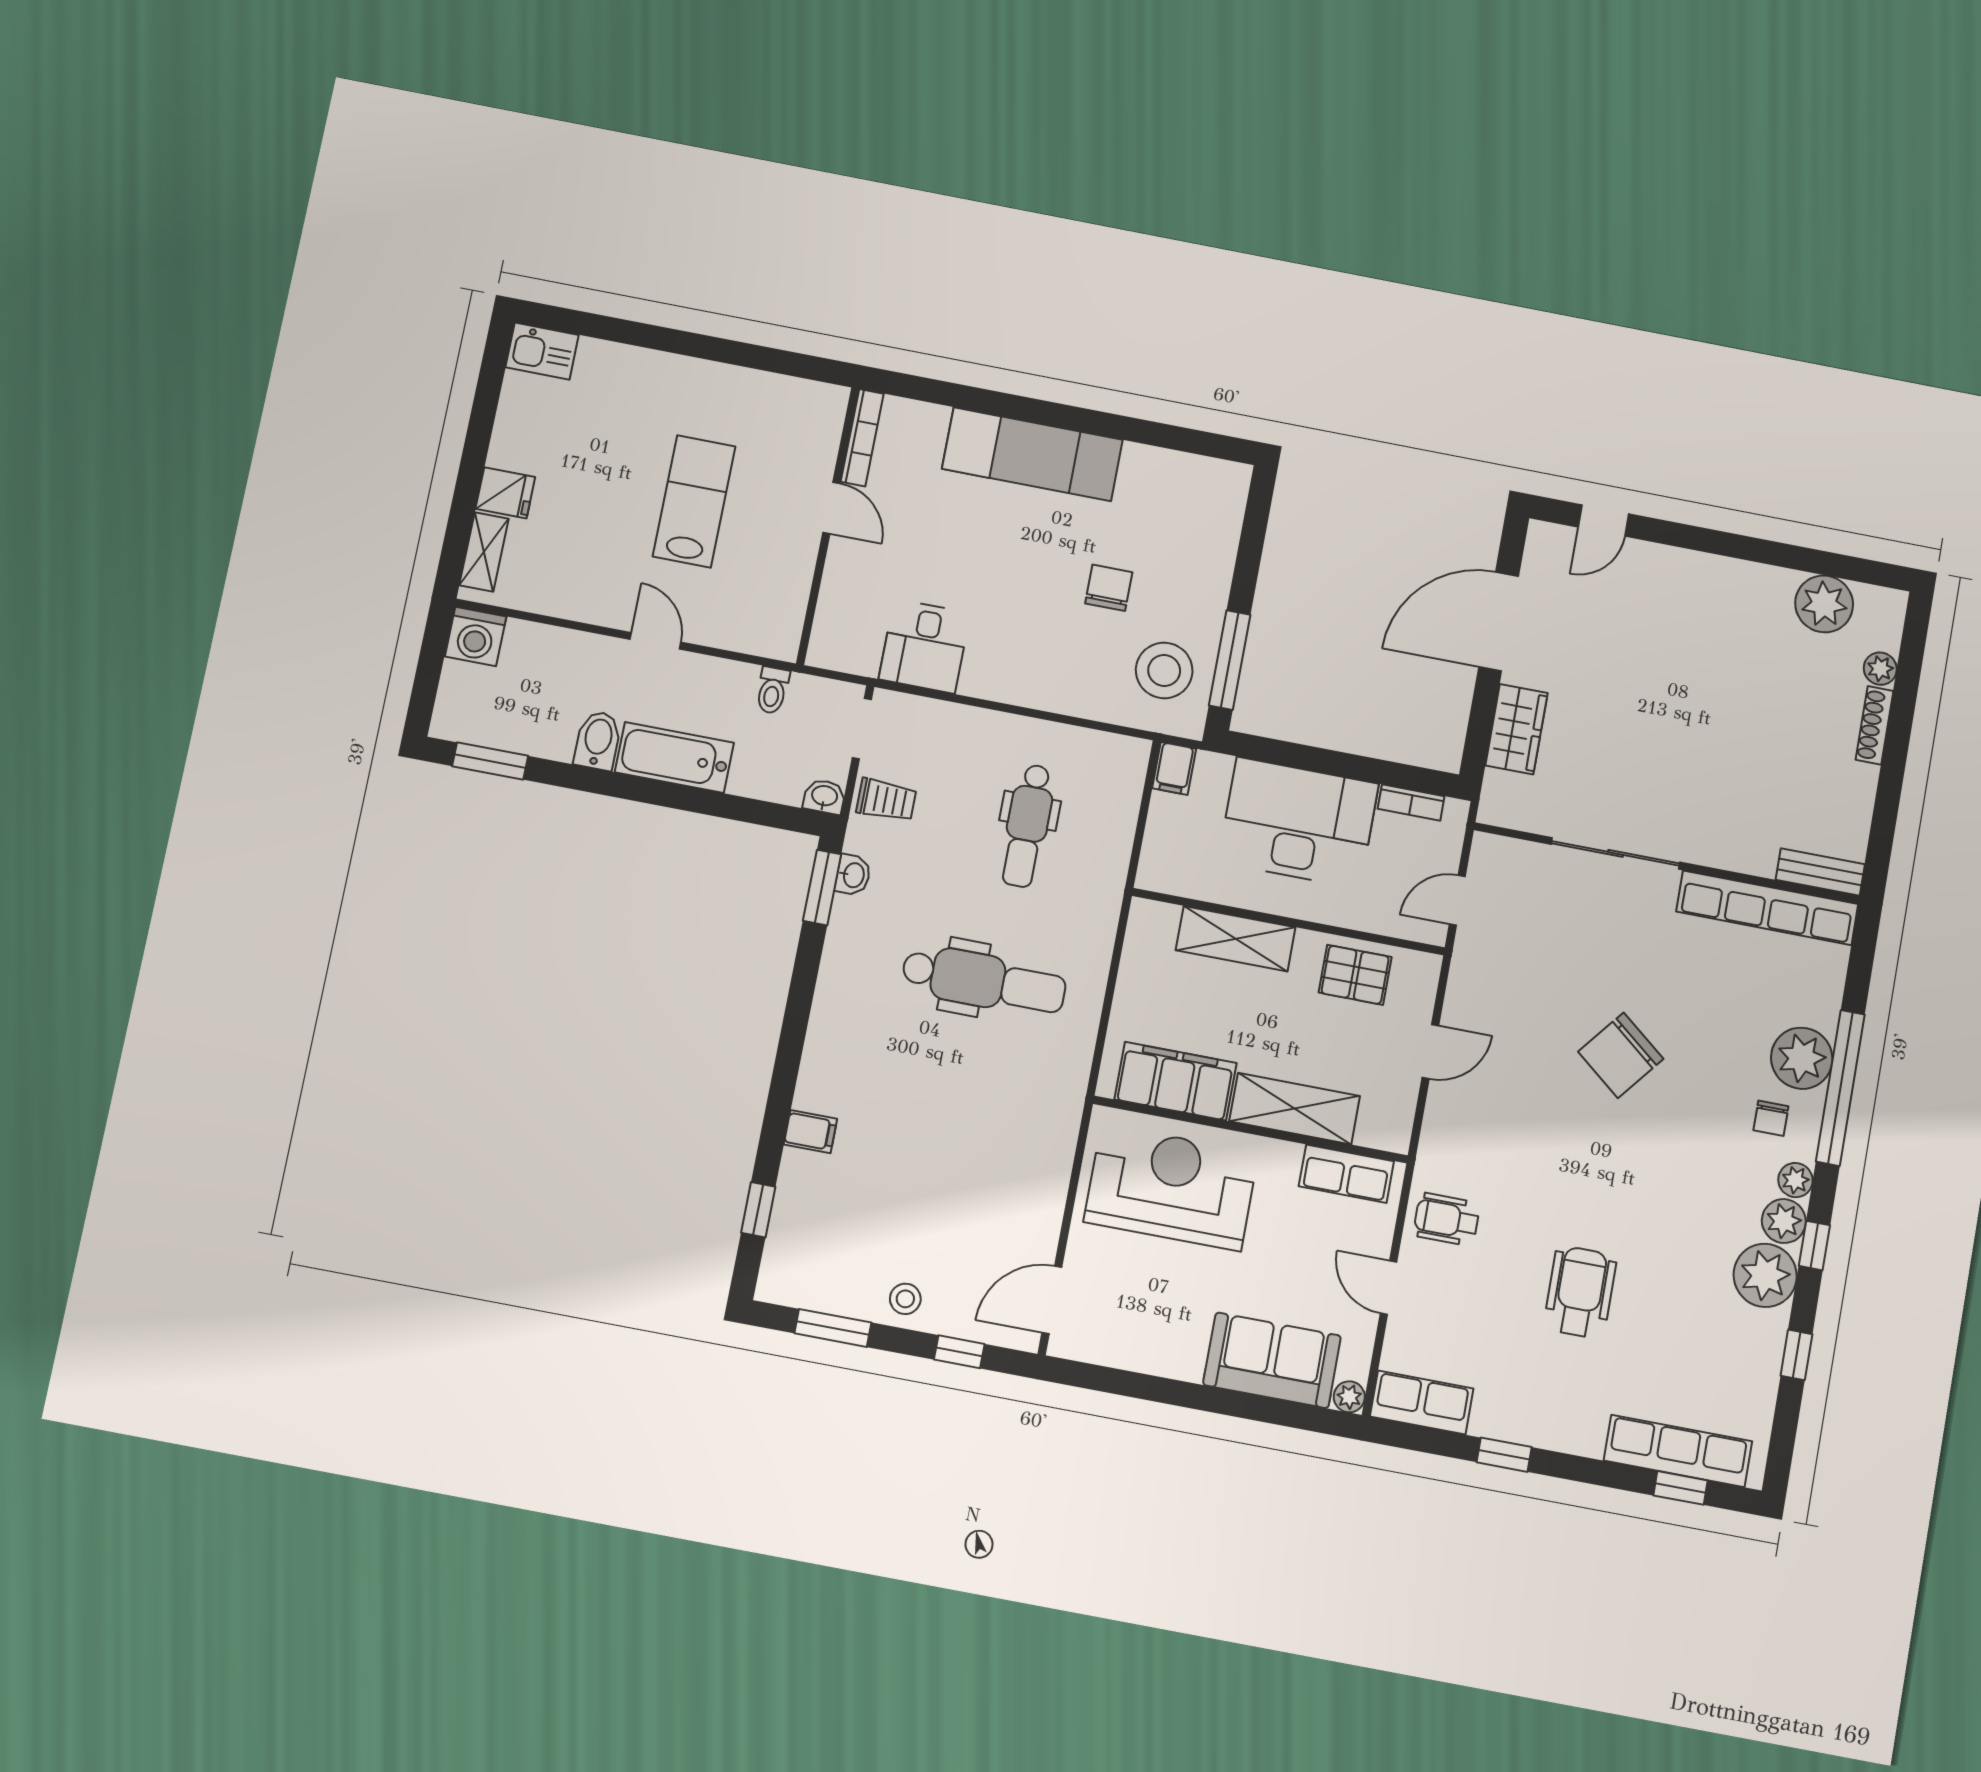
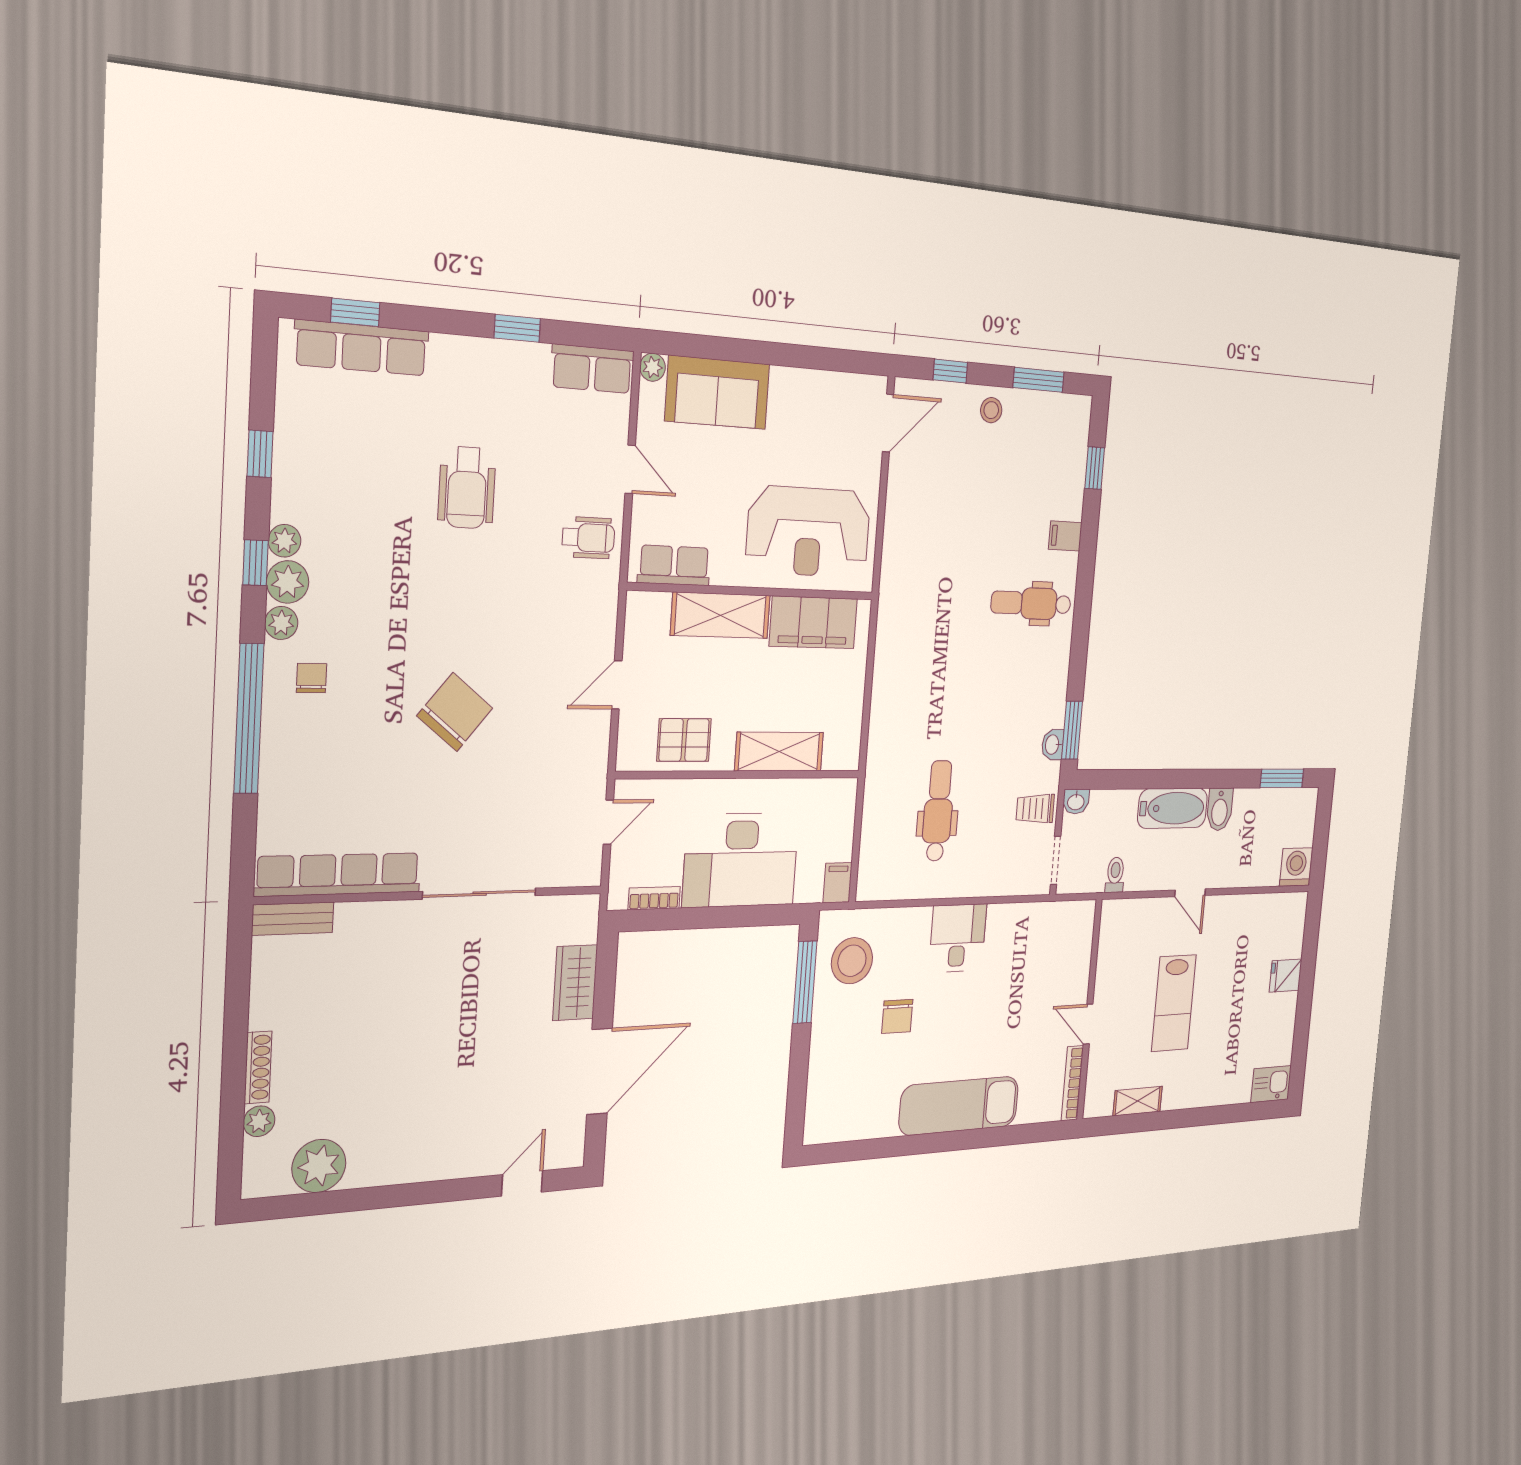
shelving: (484, 552) -> (1138, 1101), moved, turned 90
desk: (925, 646) -> (958, 938), moved
dental chair: (984, 981) -> (1031, 603), moved, width x0.73, depth x0.72
plant: (1802, 1058) -> (289, 740), removed
plant: (1765, 1275) -> (285, 541), width x0.53, depth x0.53

